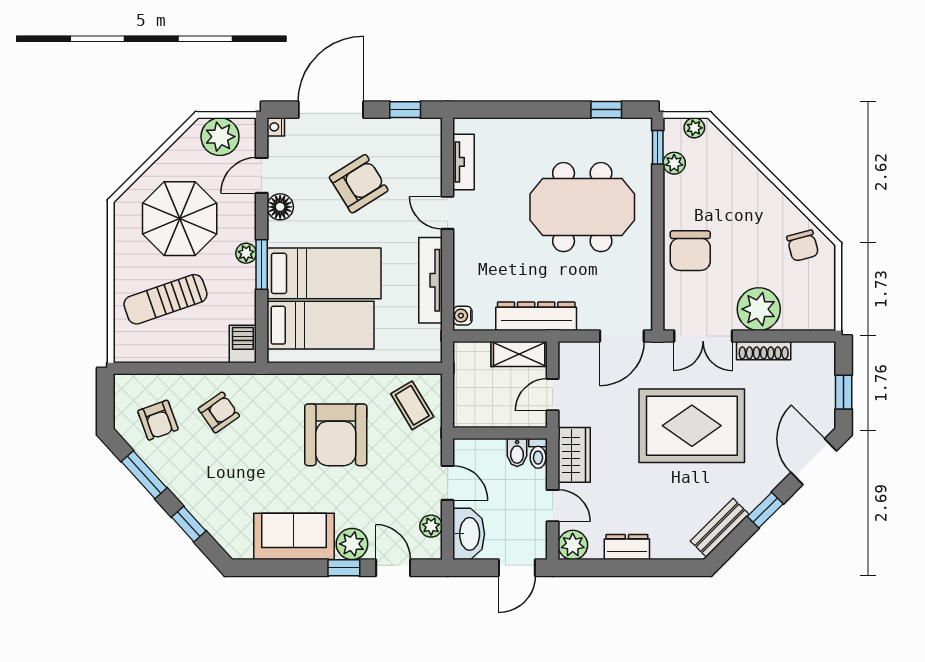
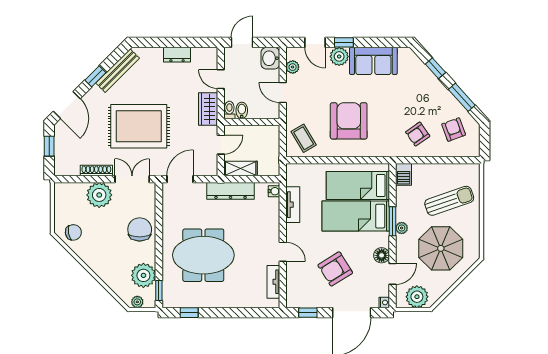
plant: (674, 163) -> (143, 275), width x1.87, depth x1.87
chair: (803, 246) -> (73, 232), turned 95
tv unit: (431, 280) -> (293, 205), width x0.71
bench: (720, 528) -> (118, 71), width x1.36
washbasin: (469, 534) -> (270, 58), width x0.72
plant: (573, 545) -> (209, 56), removed

